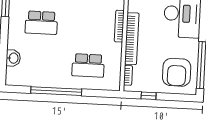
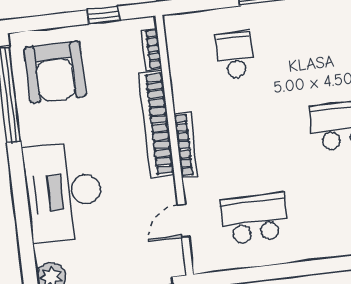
school desk: (88, 65) -> (235, 55), width x0.54
armchair: (177, 72) -> (55, 72), turned 180

